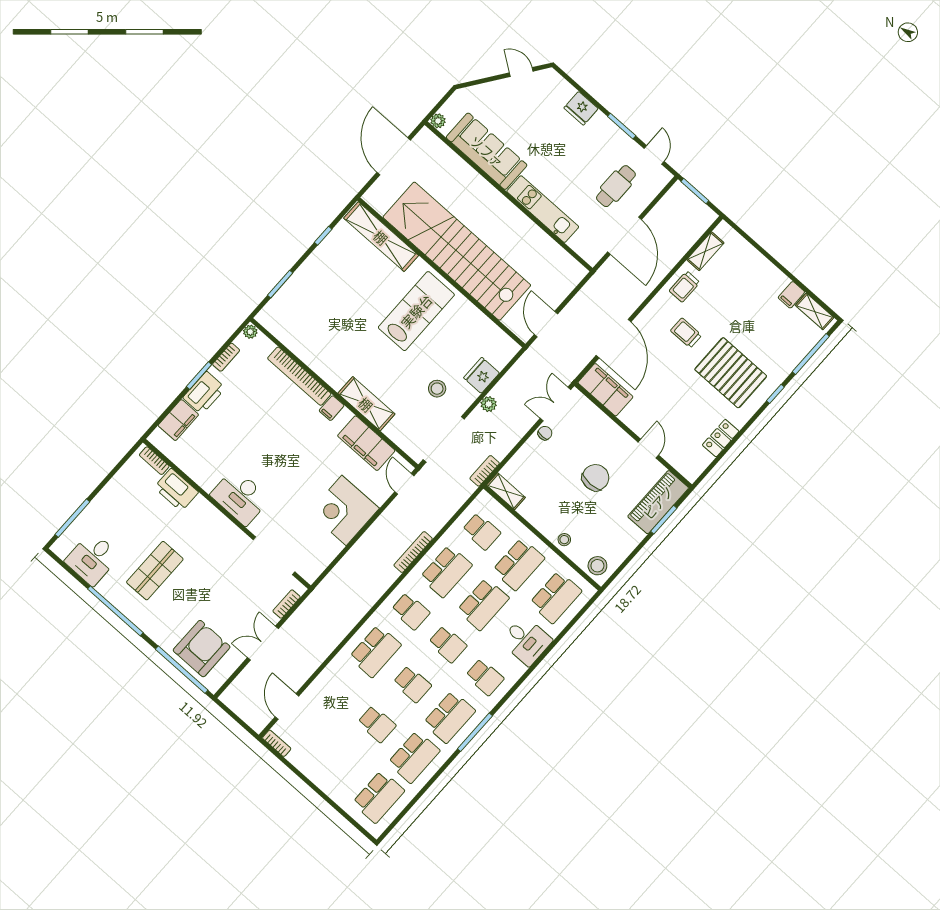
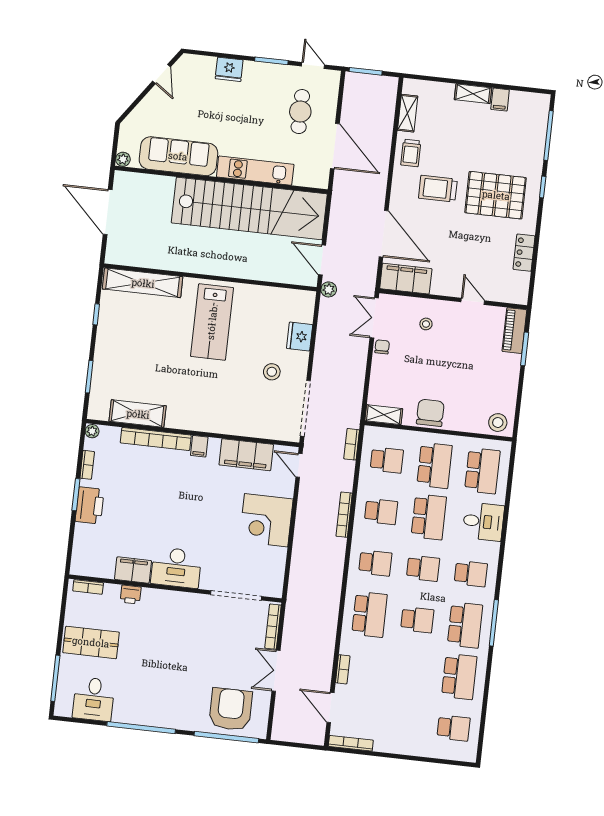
door: (521, 72) -> (162, 74), swing flipped
stairs: (457, 251) -> (249, 208), moved, turned 180
lab bench: (416, 311) -> (212, 322), turned 180
shelving: (815, 311) -> (473, 94), moved
trolley: (686, 333) -> (438, 189), width x1.36, depth x1.39
shelving: (366, 404) -> (138, 414), moved
plant: (489, 404) -> (329, 289), moved
filing cabinet: (178, 420) -> (133, 570), moved, turned -90
bookcase: (485, 471) -> (352, 444), moved
chair: (596, 478) -> (430, 413), moved
printer: (176, 490) -> (131, 595), width x0.53, depth x0.68
piano: (658, 502) -> (514, 331), width x0.73, depth x0.75
stool: (564, 540) -> (426, 324), moved
shop shelf: (155, 571) -> (91, 642), moved, turned 90
school desk: (446, 571) -> (381, 512), width x0.54
bookcase: (287, 604) -> (273, 627), width x1.56
bookcase: (320, 682) -> (343, 669), added
school desk: (377, 724) -> (411, 671), removed
bookcase: (277, 743) -> (351, 743), width x1.56
school desk: (378, 797) -> (453, 728), width x0.54

